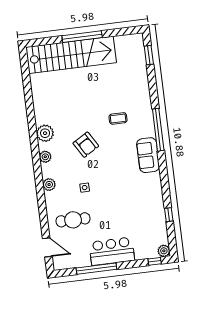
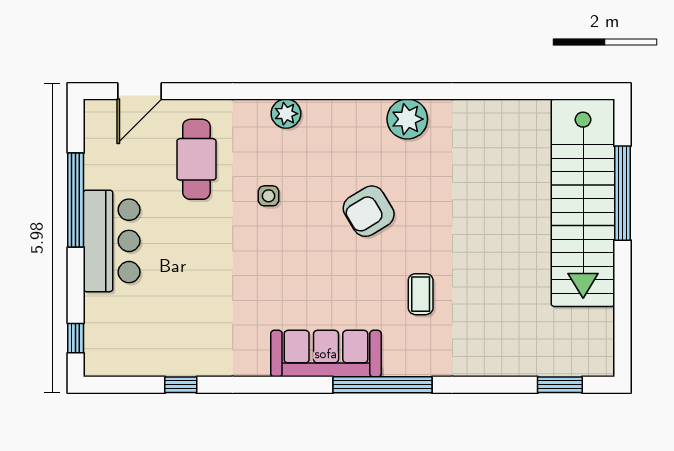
window: (82, 37) -> (622, 193), moved
sofa: (148, 155) -> (326, 354), width x1.36
plant: (45, 157) -> (352, 113), removed
plant: (164, 251) -> (97, 363), removed

